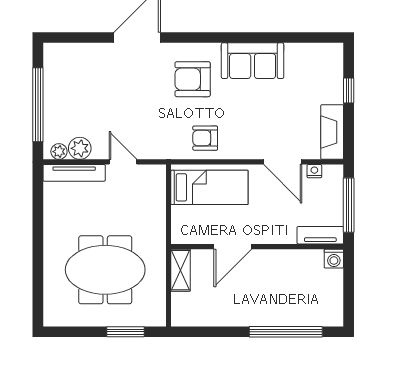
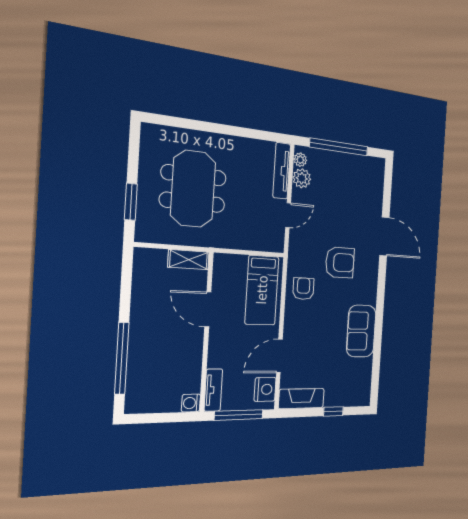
armchair: (193, 79) -> (340, 262), moved, turned 90
nightstand: (314, 171) -> (265, 389), width x1.89, depth x1.79

